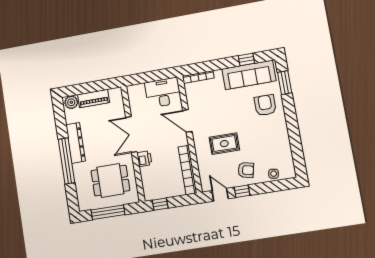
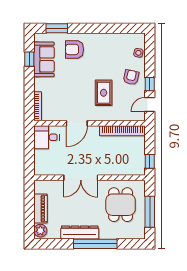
sofa: (249, 75) -> (44, 59), width x0.73
desk: (163, 93) -> (46, 137), width x0.73
printer: (144, 159) -> (105, 169), removed

